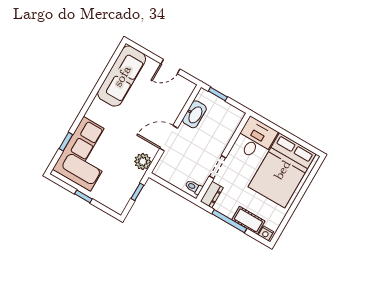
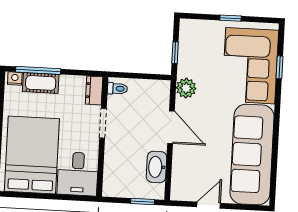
sofa: (122, 76) -> (252, 154), width x1.36, depth x1.27
door: (169, 138) -> (171, 127), hinge flipped
window: (229, 221) -> (38, 70), moved

